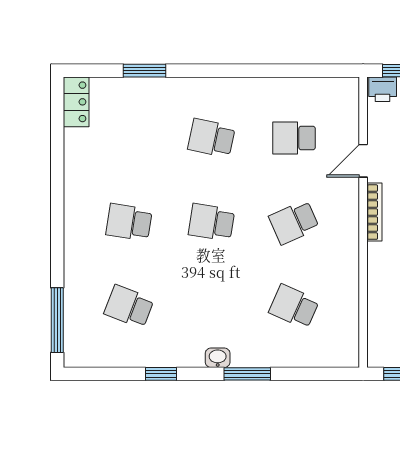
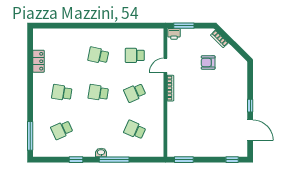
window: (145, 71) -> (69, 26), removed
locker: (76, 102) -> (38, 61), moved
school desk: (129, 306) -> (62, 130), turned -45
window: (247, 374) -> (114, 160), width x1.44

